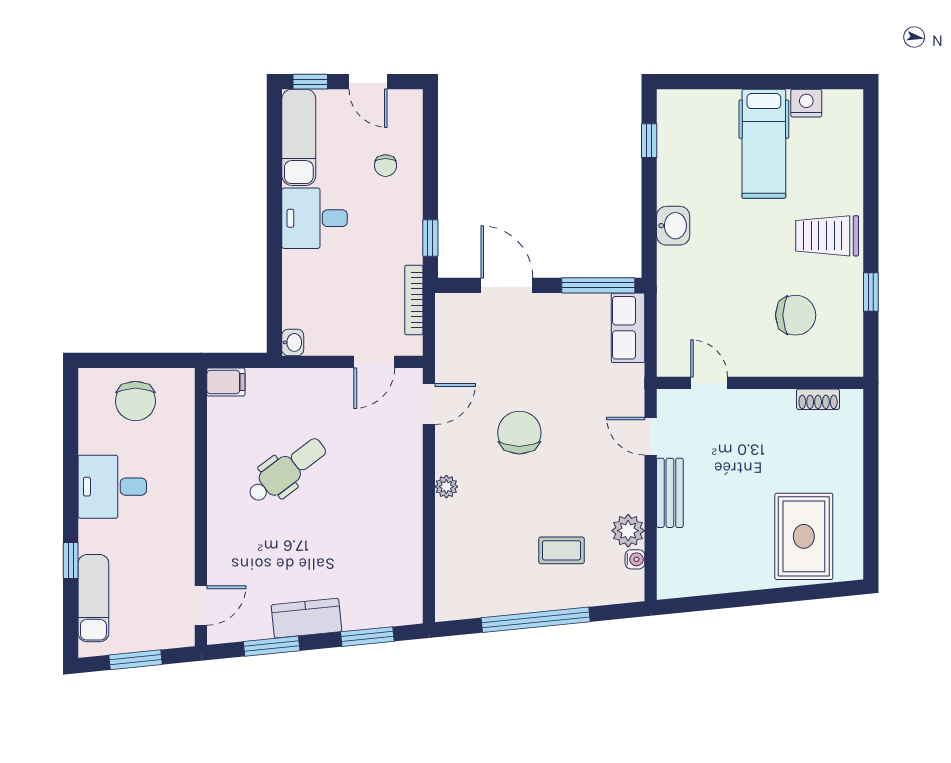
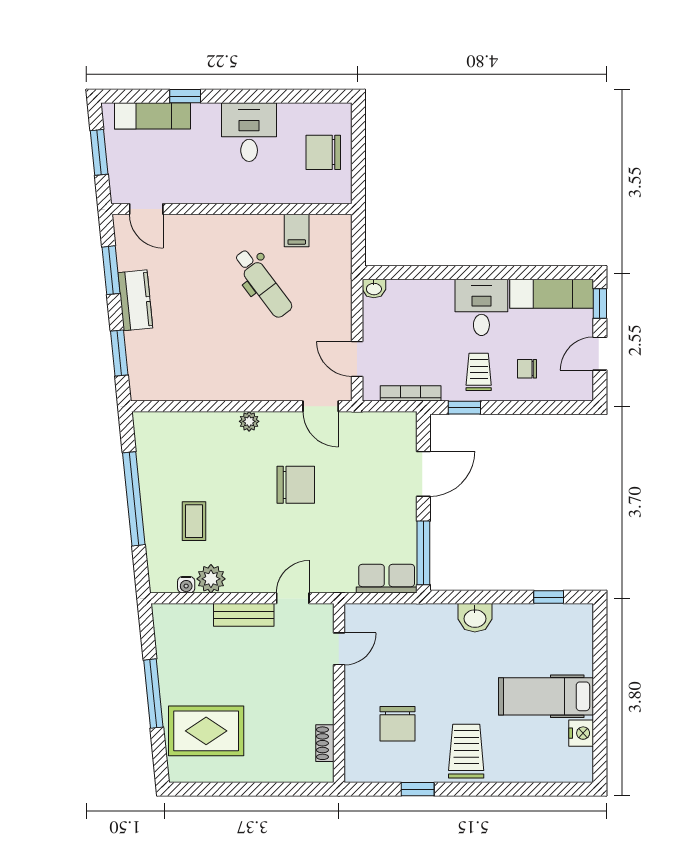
trolley: (389, 222) -> (479, 372), added
filing cabinet: (226, 382) -> (297, 231), moved
window: (761, 597) -> (153, 694), added

